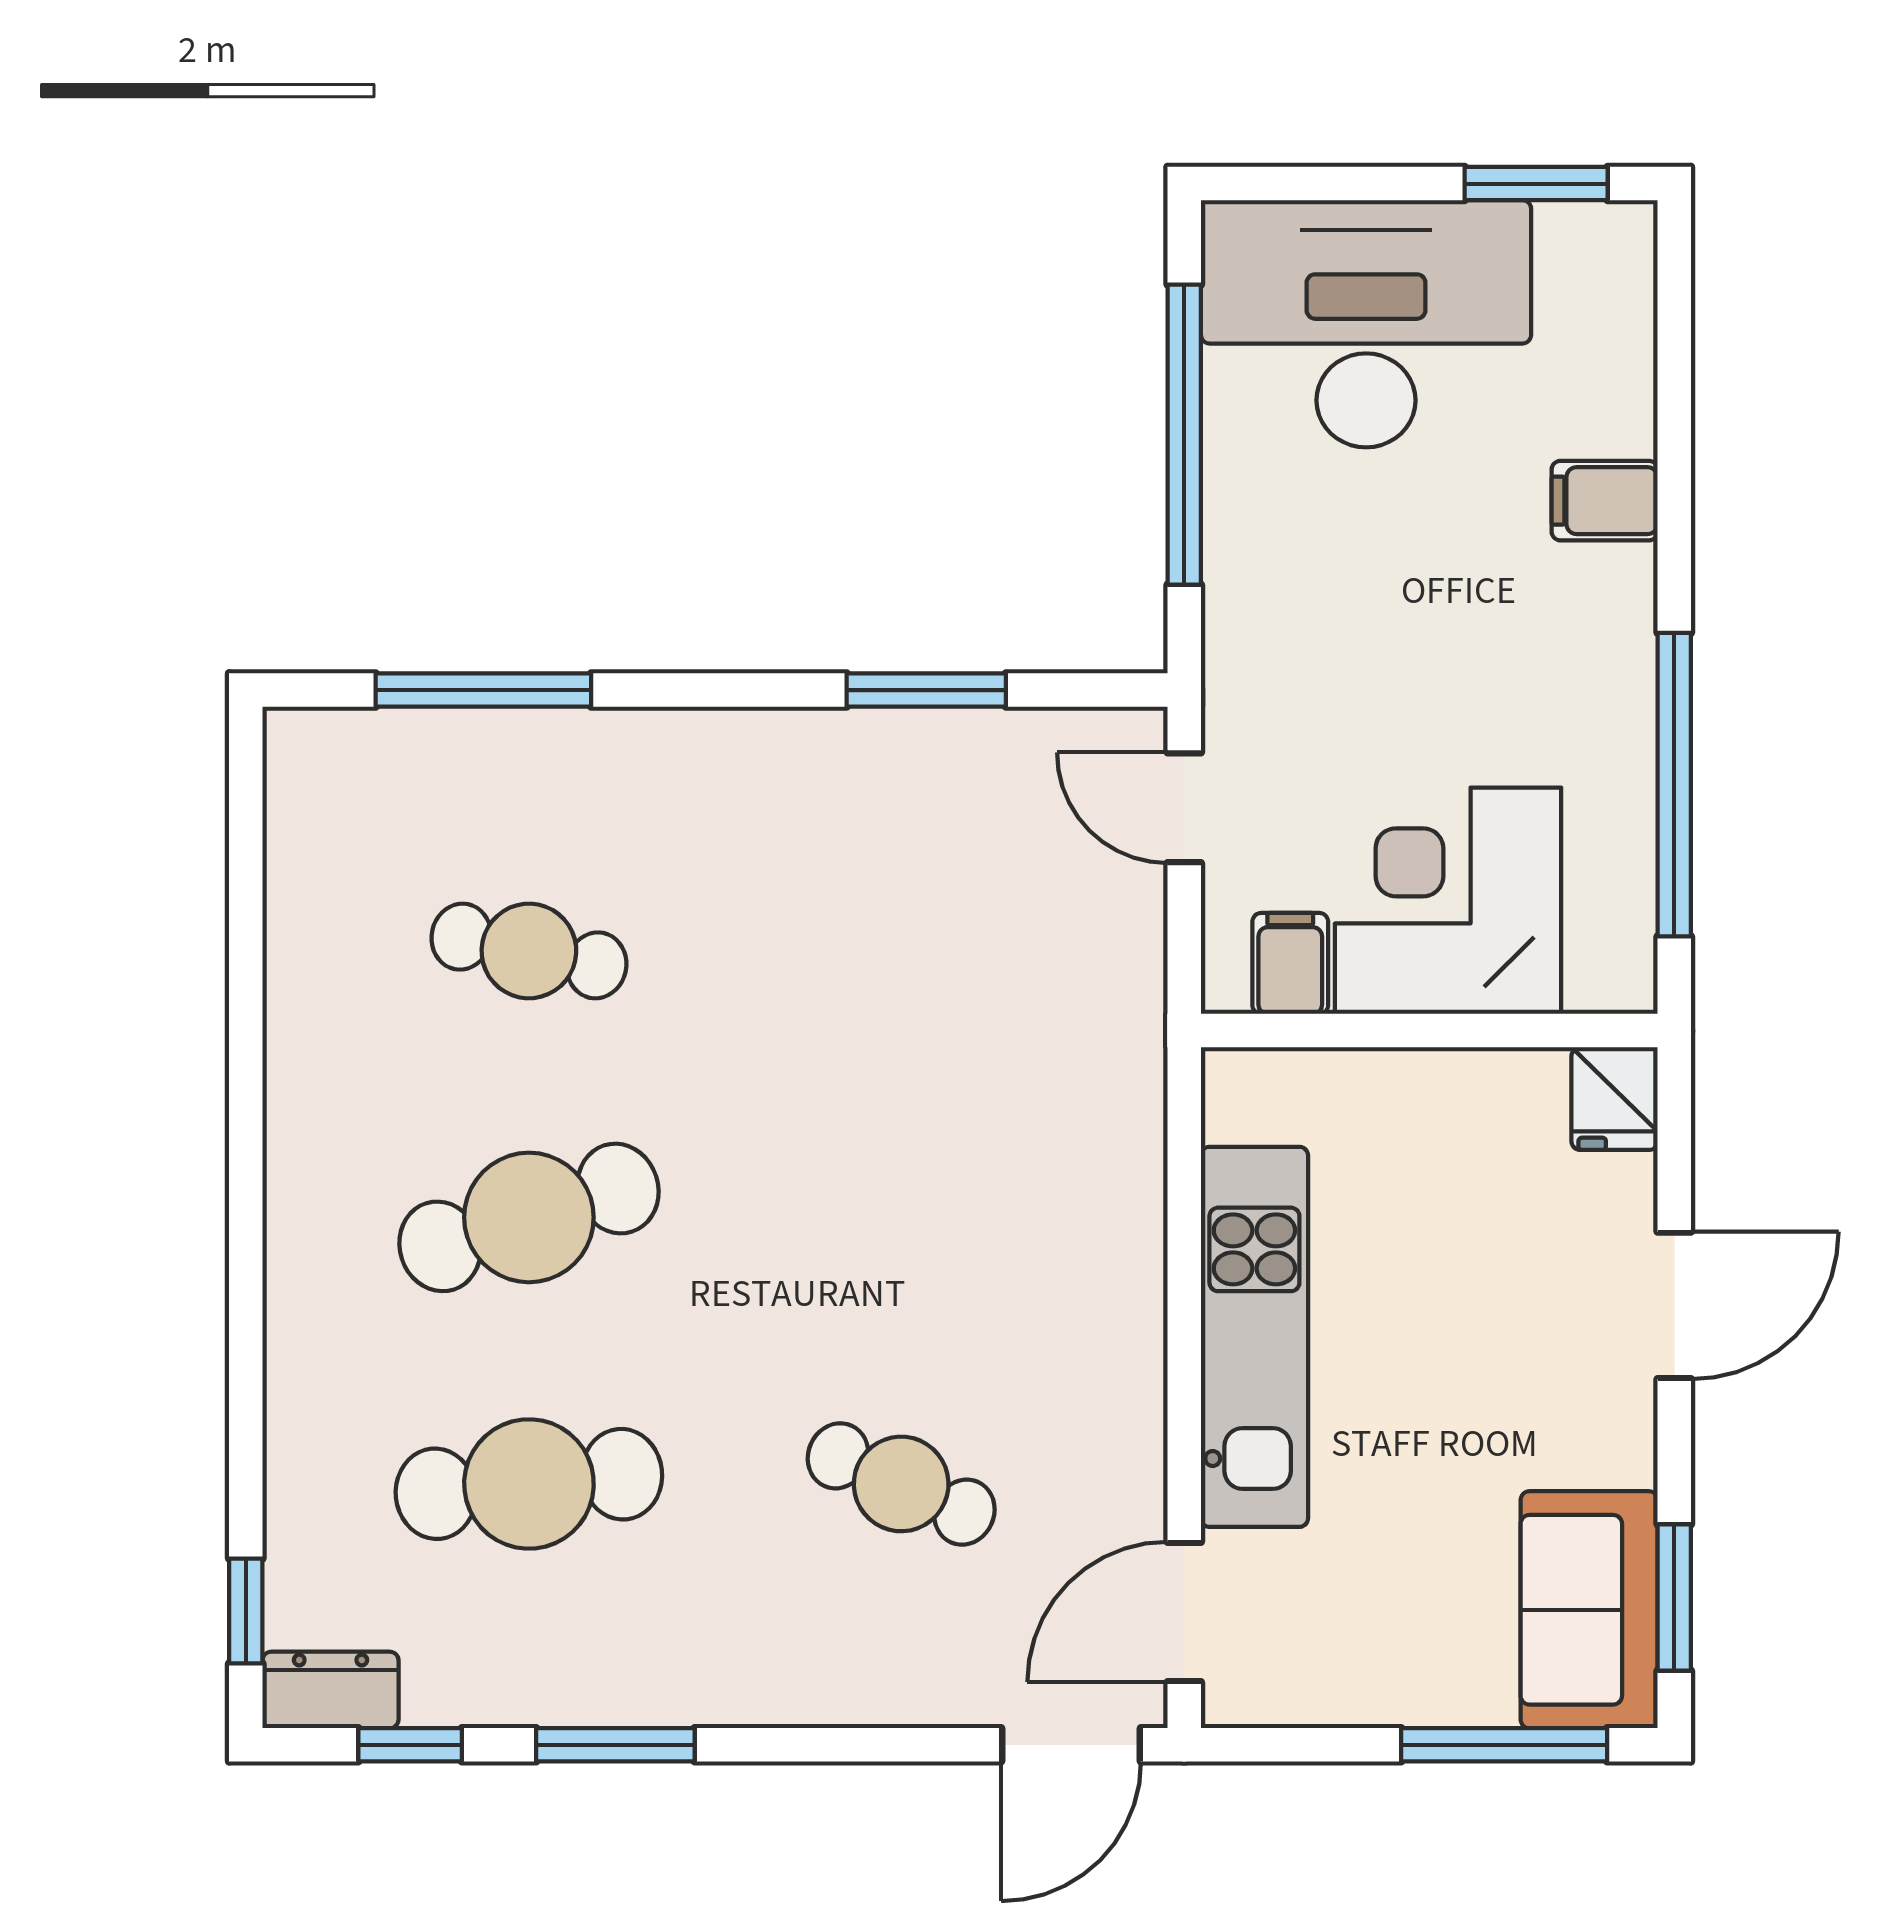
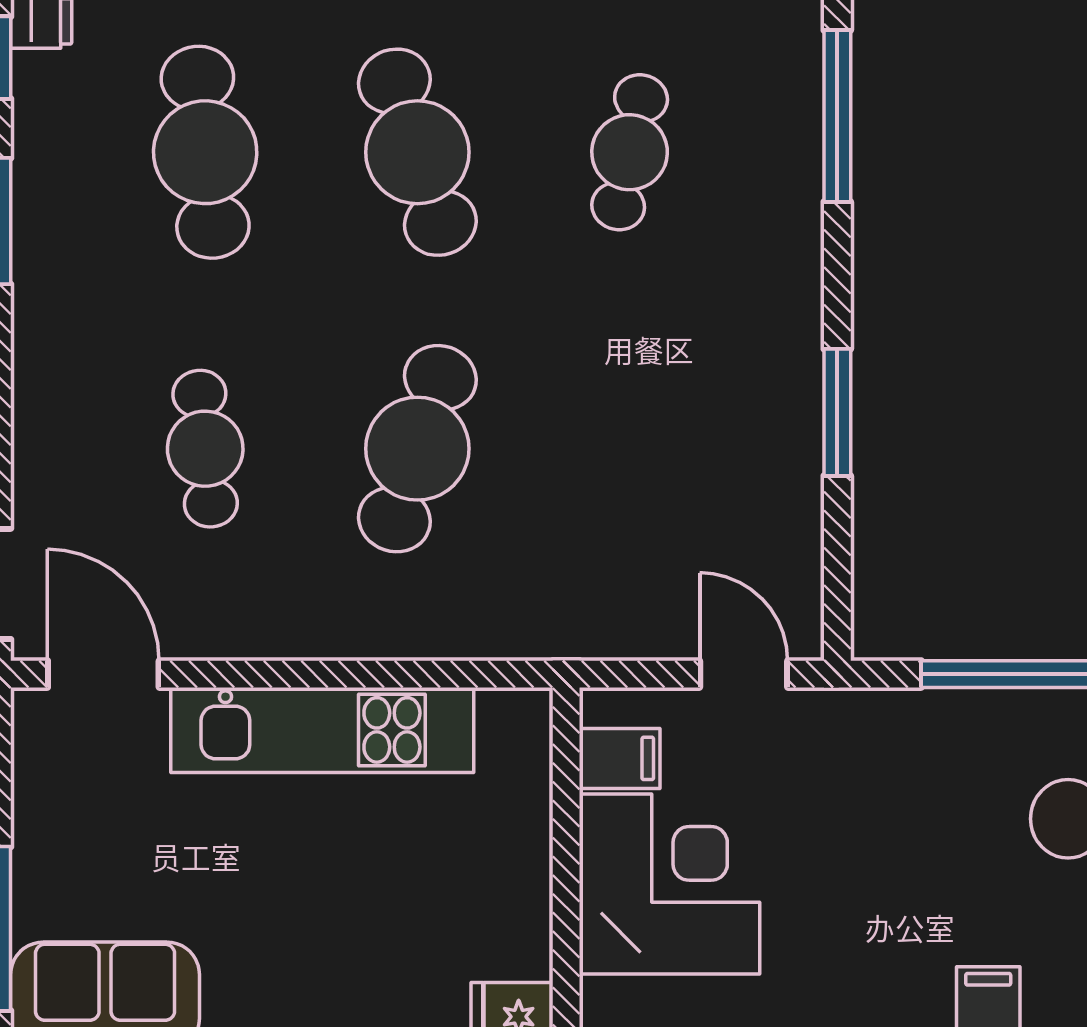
window: (926, 690) -> (837, 412), moved
door: (1184, 808) -> (744, 674), hinge flipped
cafe table: (901, 1217) -> (417, 449), added
cafe table: (901, 1484) -> (205, 449), turned -30

